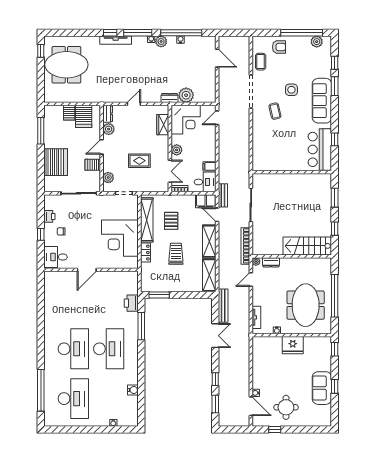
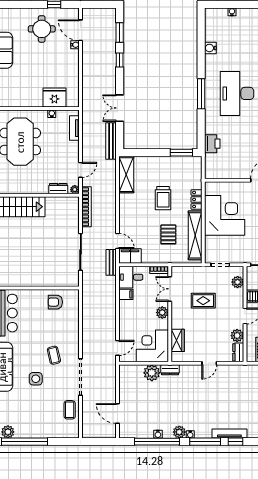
armchair: (279, 47) -> (55, 302), moved
shelving: (209, 241) -> (126, 212), removed
window: (141, 326) -> (201, 94), moved
fridge: (293, 345) -> (54, 97), moved

